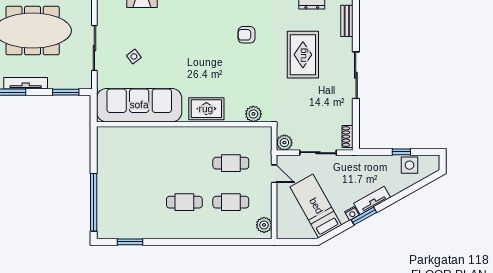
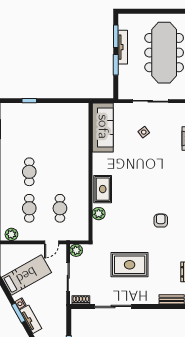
rug: (303, 55) -> (130, 265), moved
sliding door: (356, 75) -> (113, 306), moved
window: (66, 92) -> (116, 65), moved
sofa: (139, 105) -> (103, 127), width x0.74, depth x0.79
plant: (253, 114) -> (99, 214), moved
window: (94, 202) -> (29, 101), width x0.32

